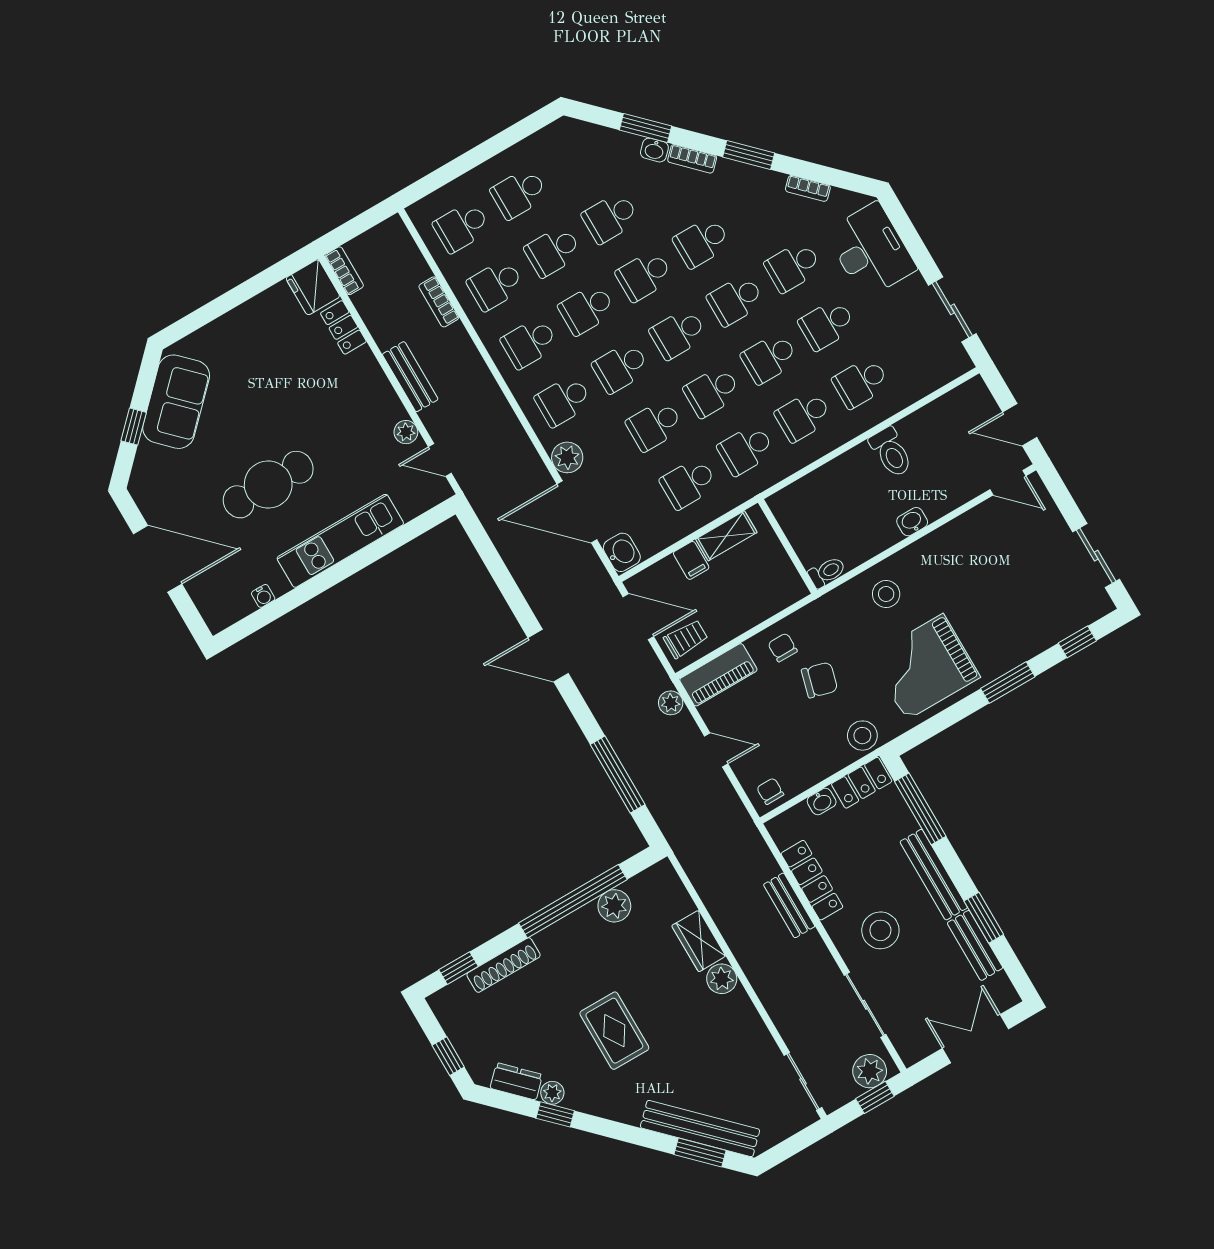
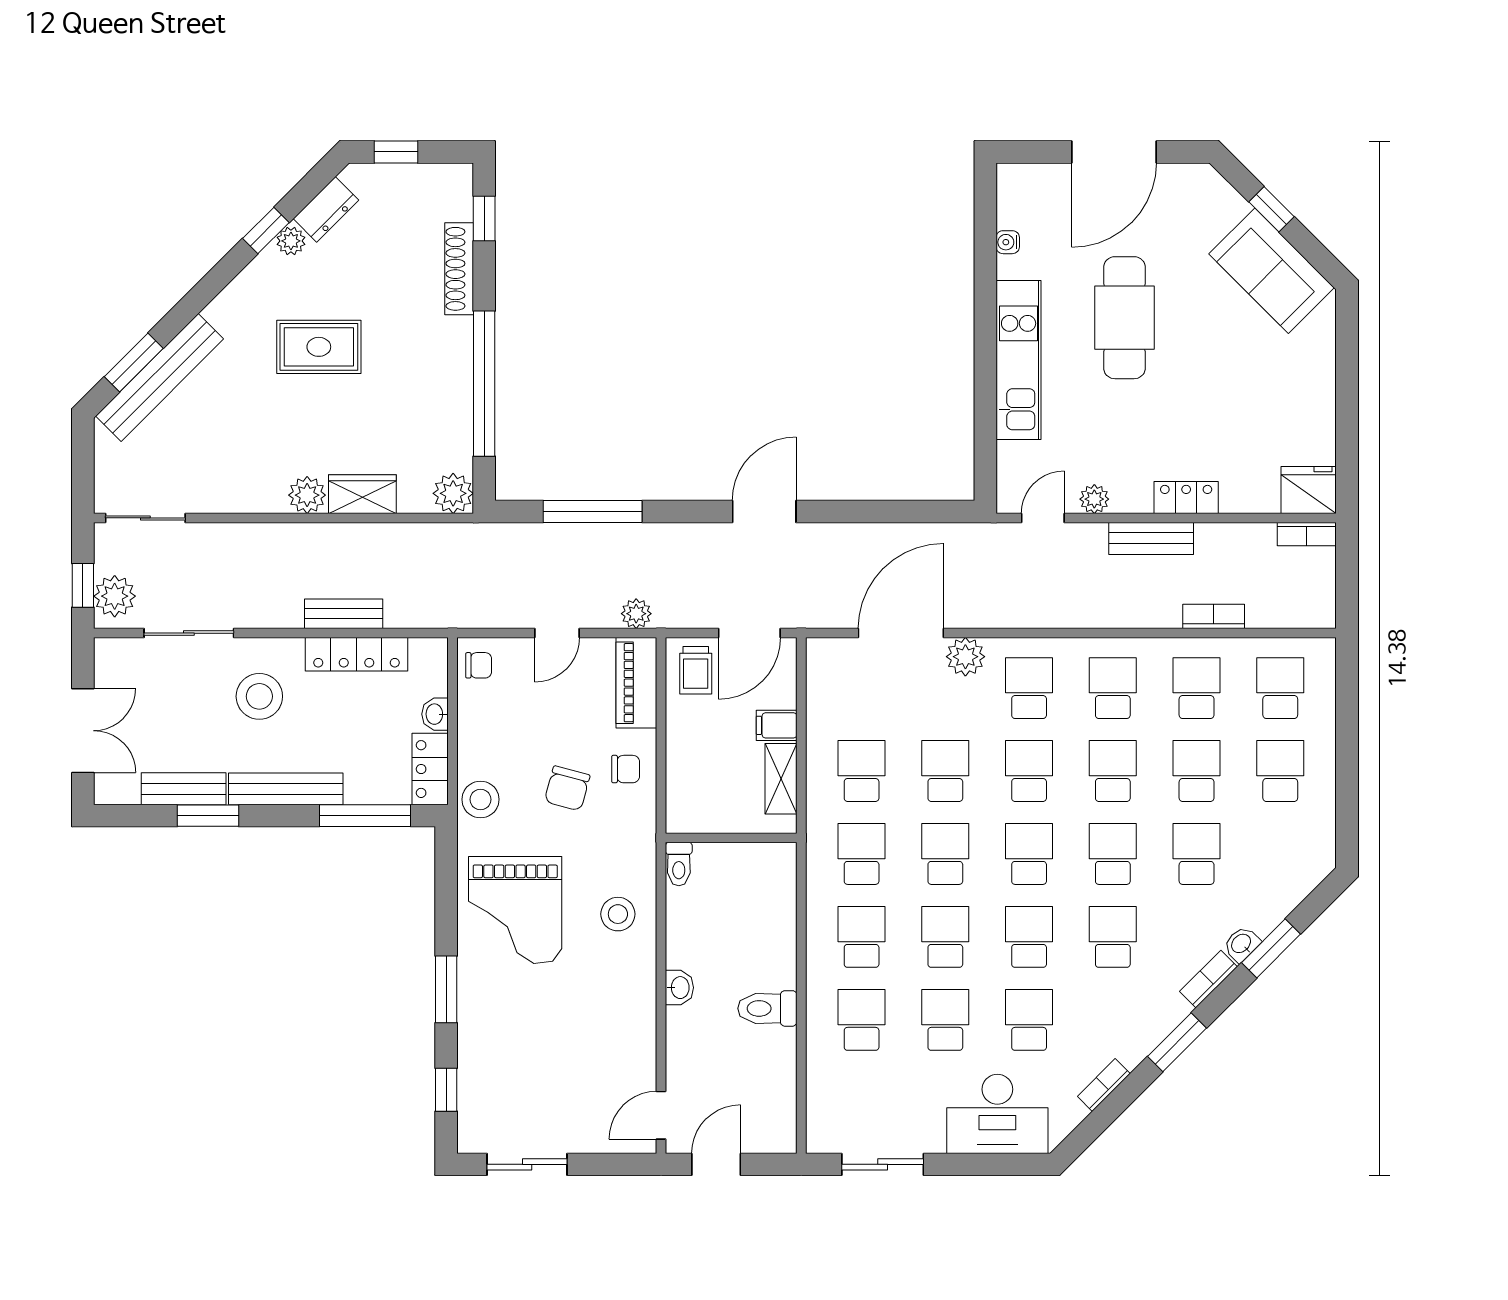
locker: (343, 327) -> (1186, 498), moved
washbasin: (622, 552) -> (829, 656), removed
grand piano: (925, 667) -> (515, 910), turned 180
plant: (614, 906) -> (453, 493), moved

